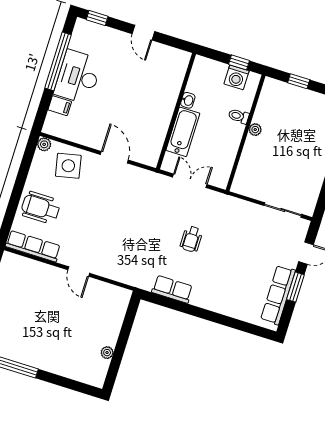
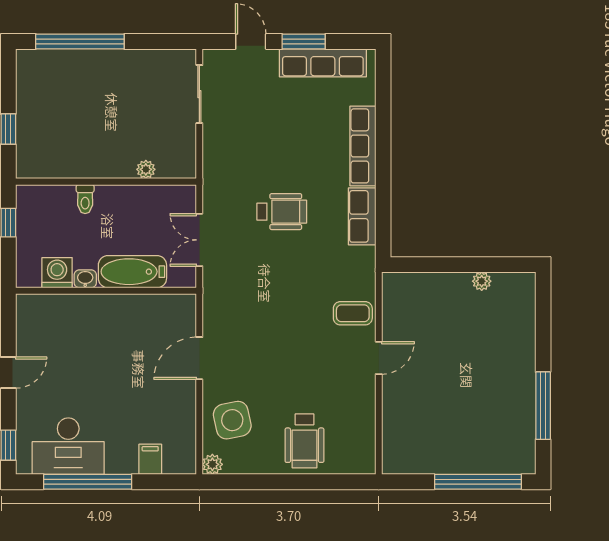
desk: (78, 77) -> (68, 446), moved
washing machine: (237, 77) -> (57, 273), moved, turned -90
plant: (255, 130) -> (146, 169), moved
wheelchair: (191, 239) -> (282, 212), width x1.36, depth x1.37
row of seats: (33, 246) -> (363, 146), moved
coffee table: (112, 264) -> (353, 313), added

